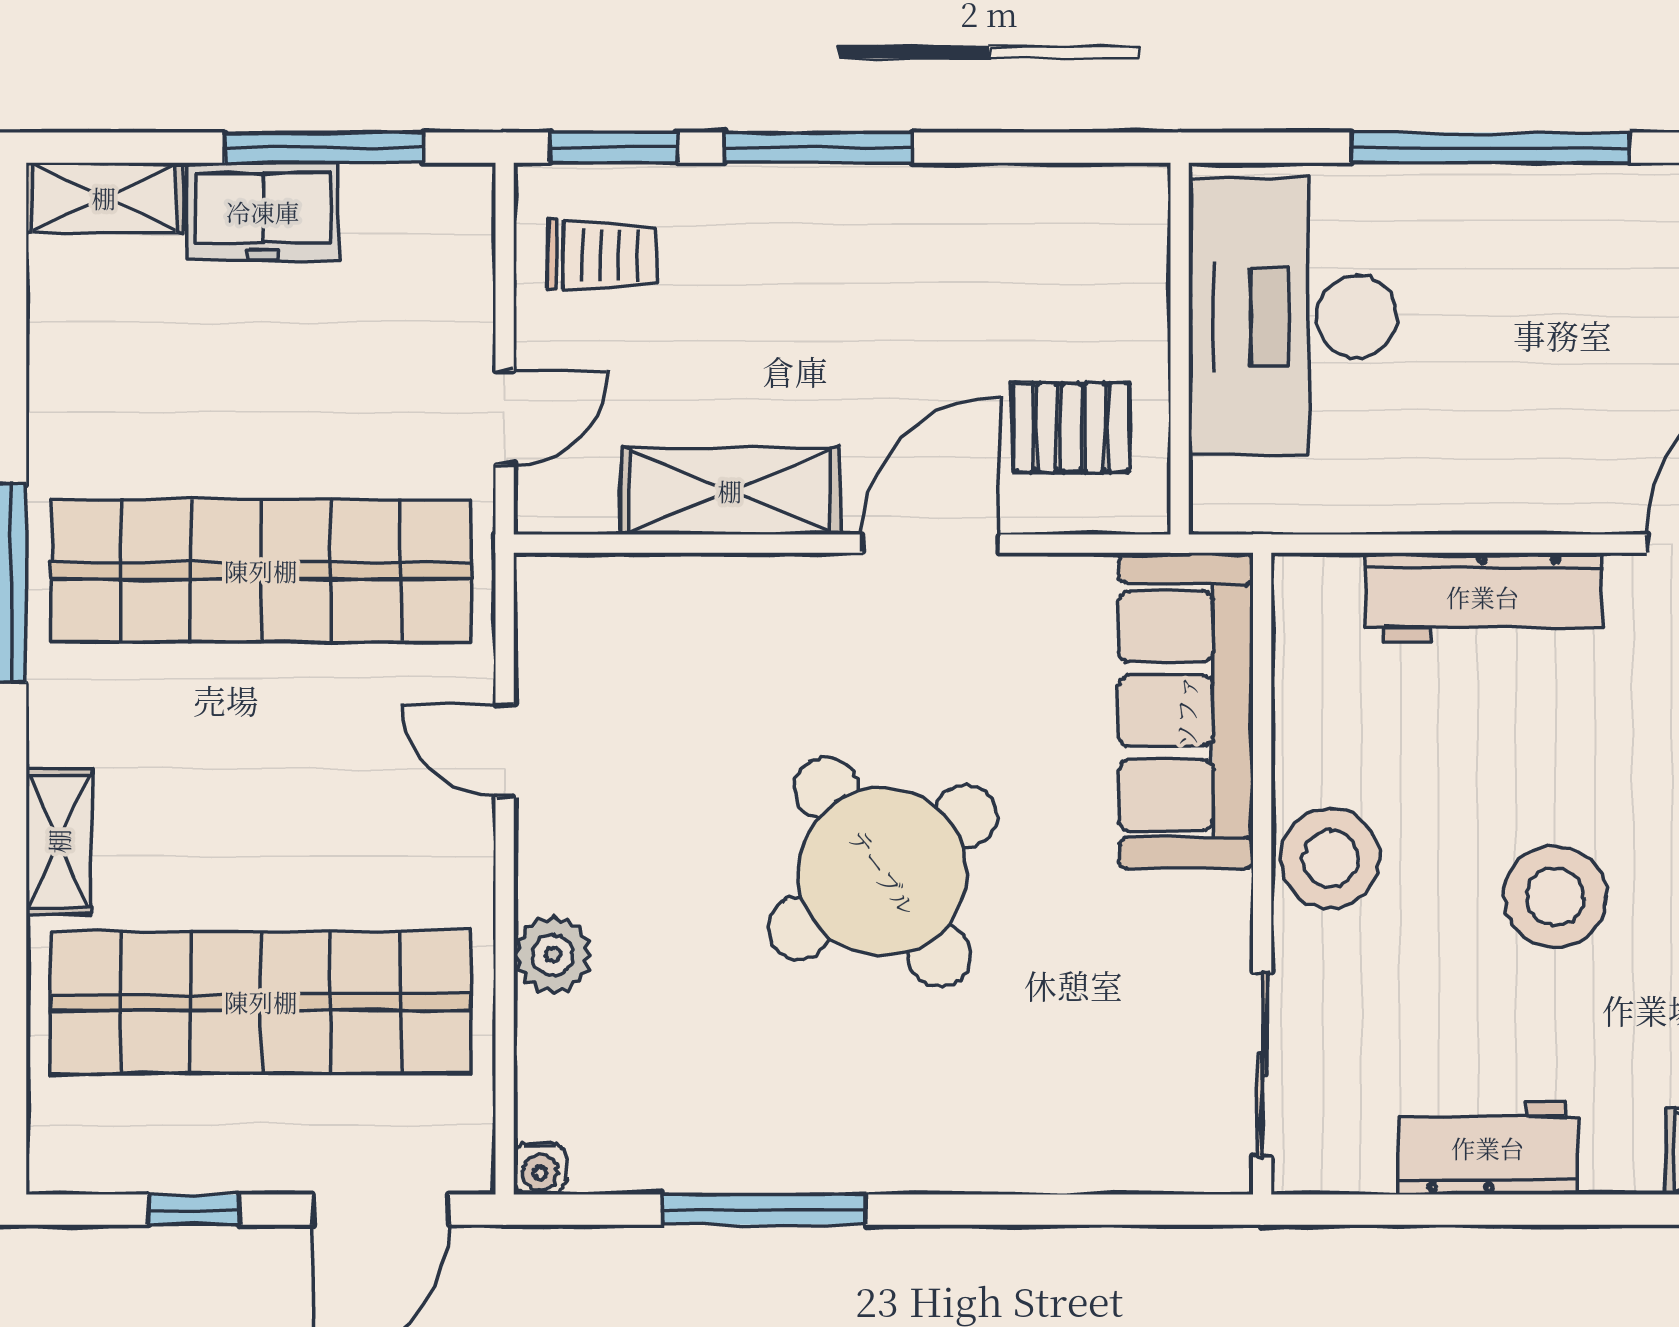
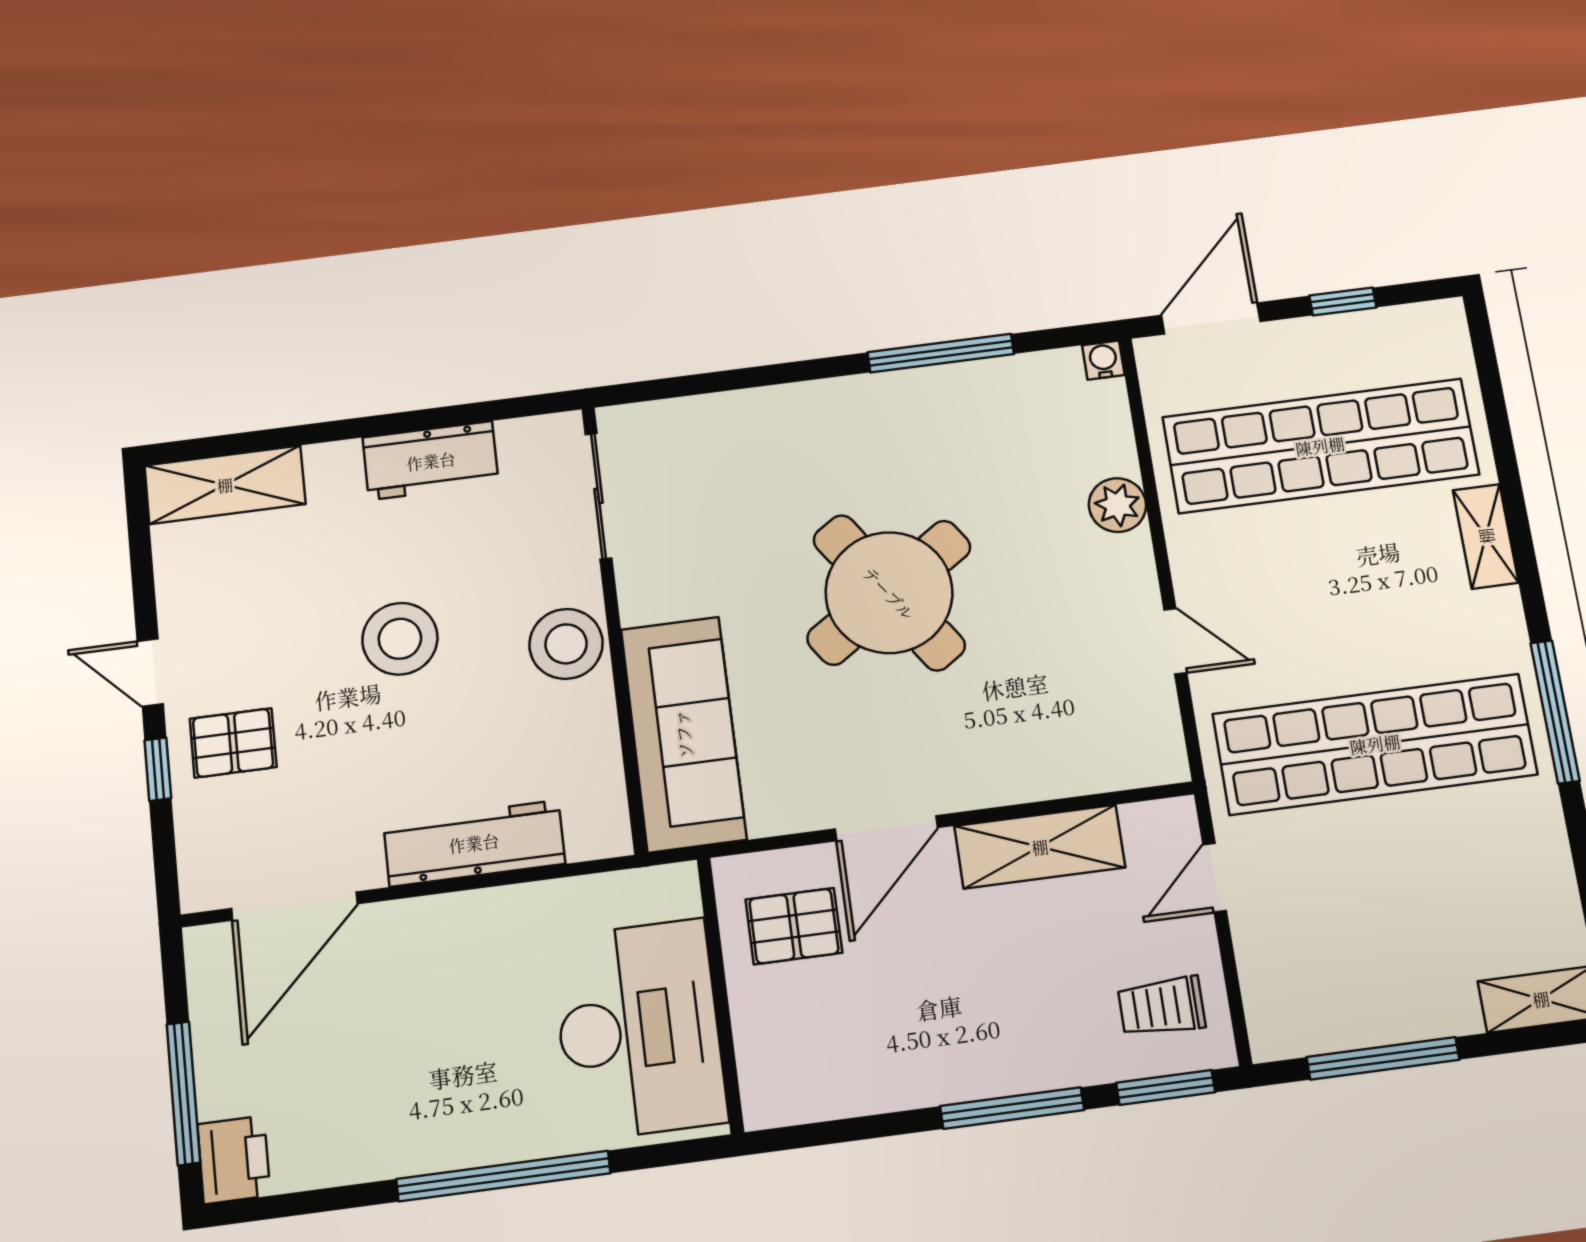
freezer: (263, 212) -> (1420, 1005), removed

